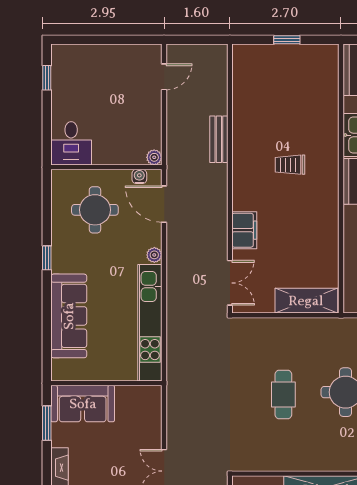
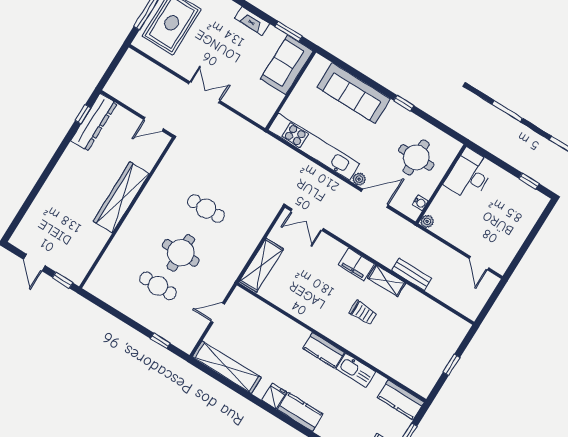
desk: (71, 143) -> (470, 175), width x1.37
shelving: (242, 161) -> (387, 281), added
trolley: (290, 165) -> (363, 313), turned 90
door: (164, 204) -> (375, 198), moved
filing cabinet: (244, 230) -> (356, 264), moved

